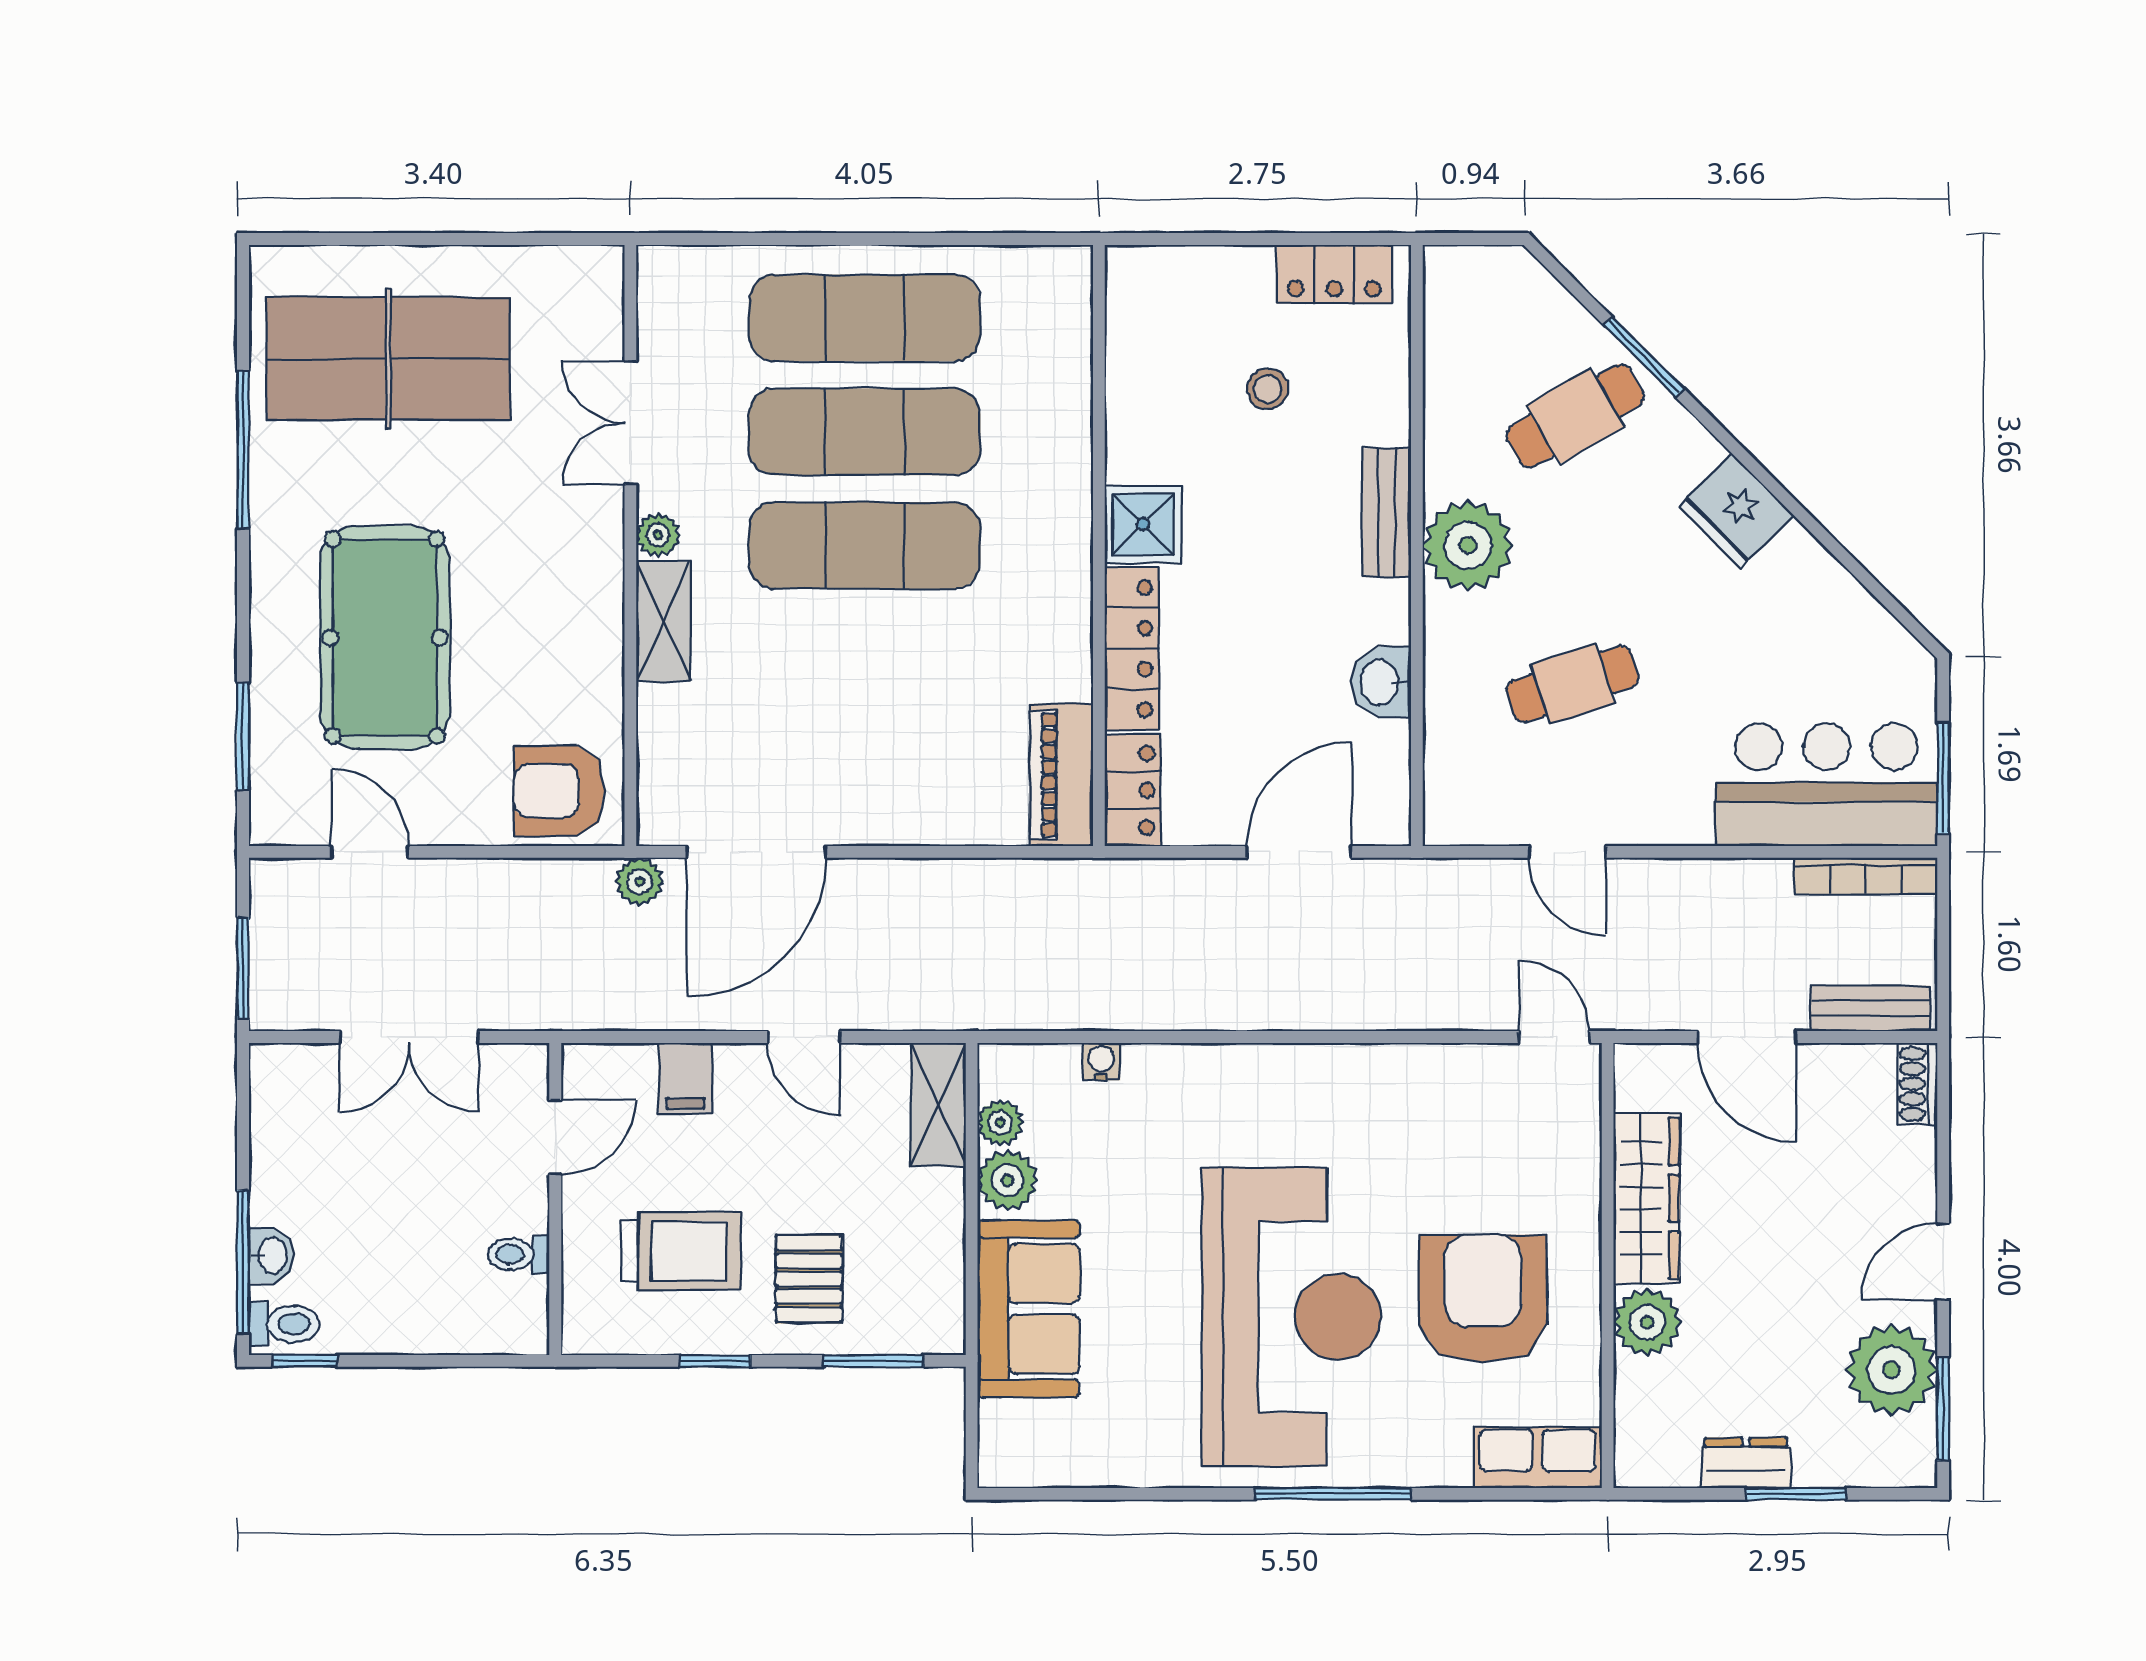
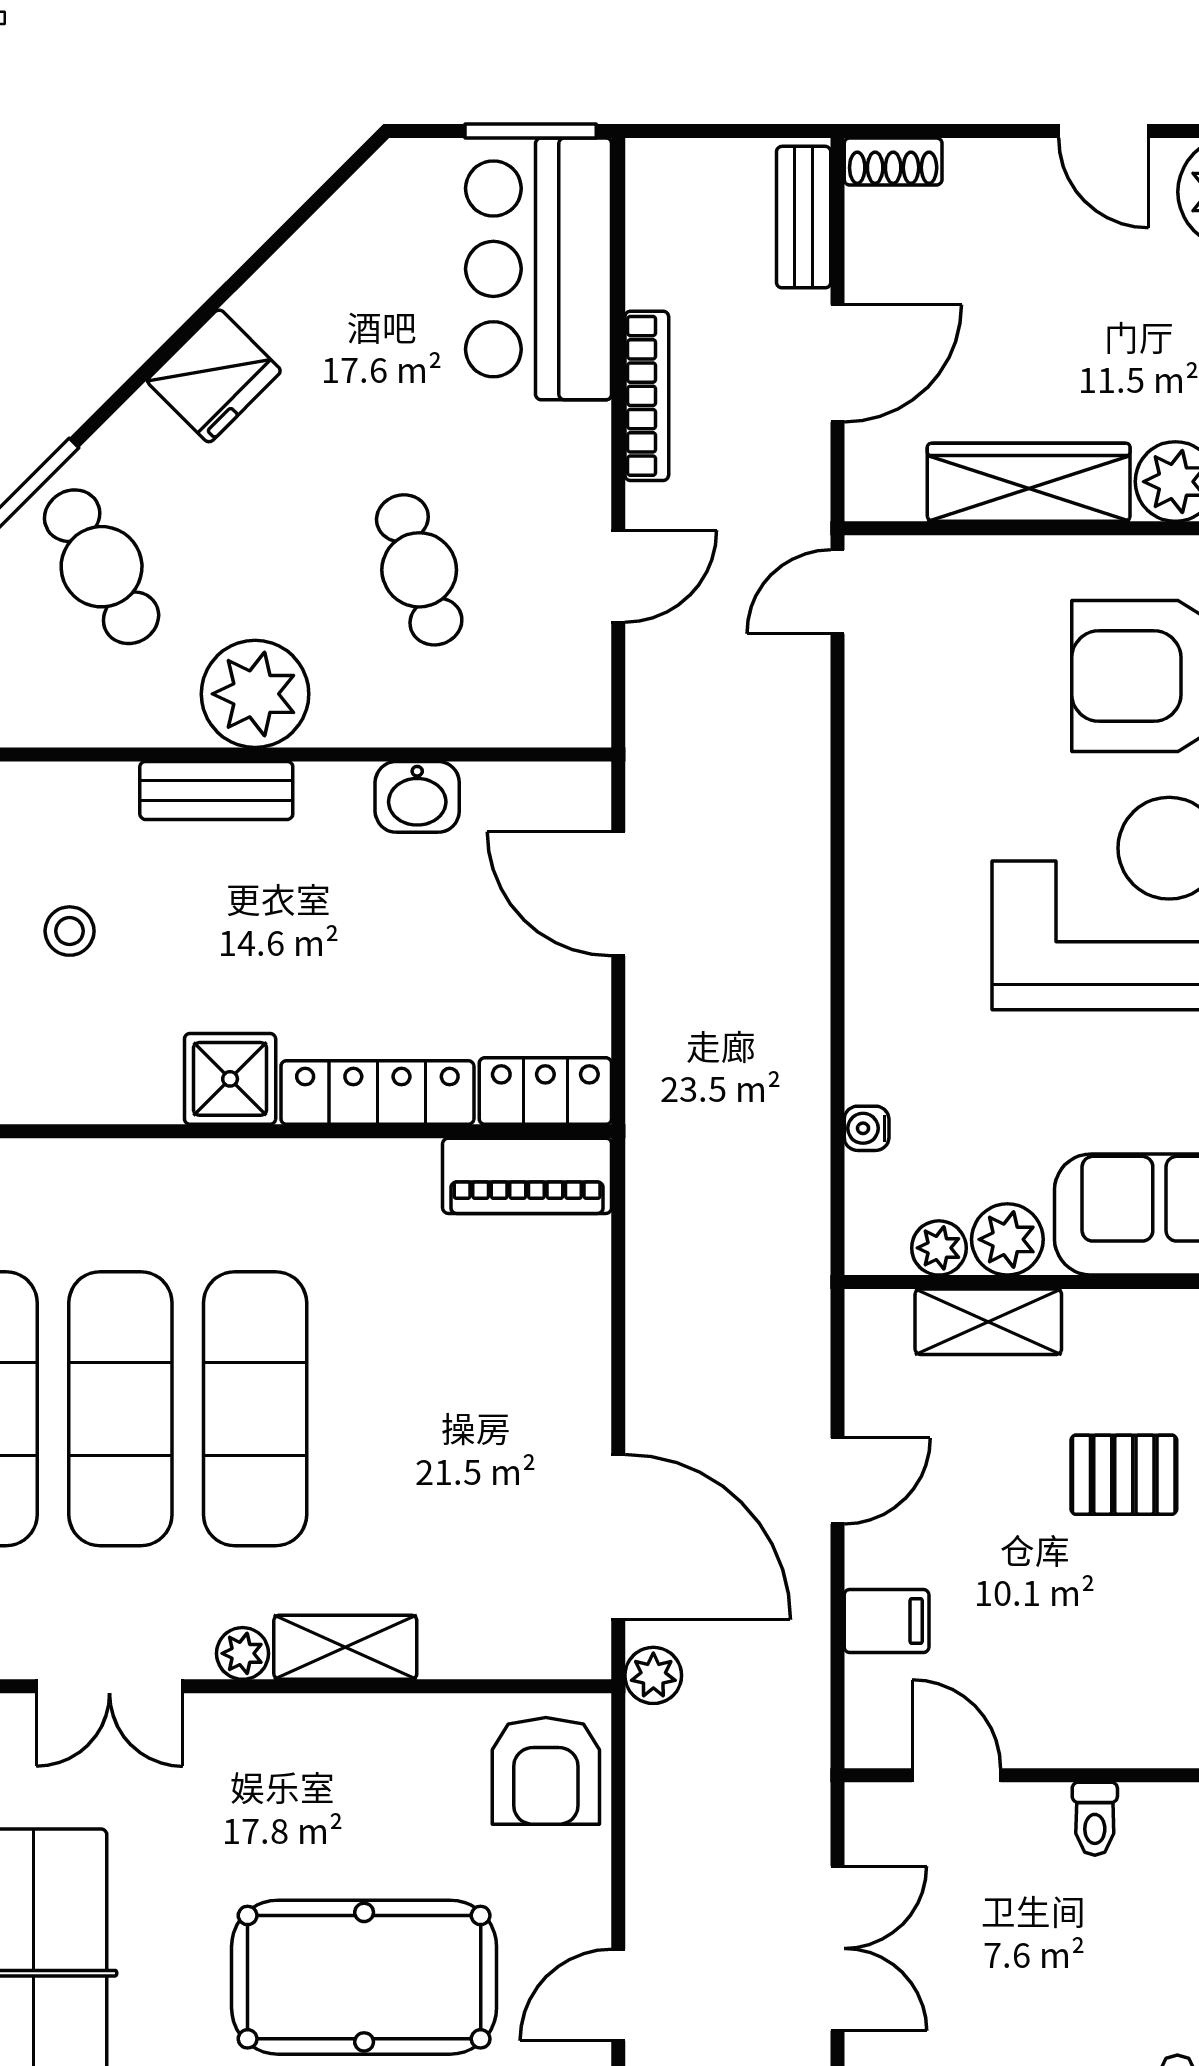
bookcase: (1866, 876) -> (647, 396), moved
shelving: (938, 1104) -> (988, 1322), moved
trolley: (681, 1251) -> (1091, 1626), removed

